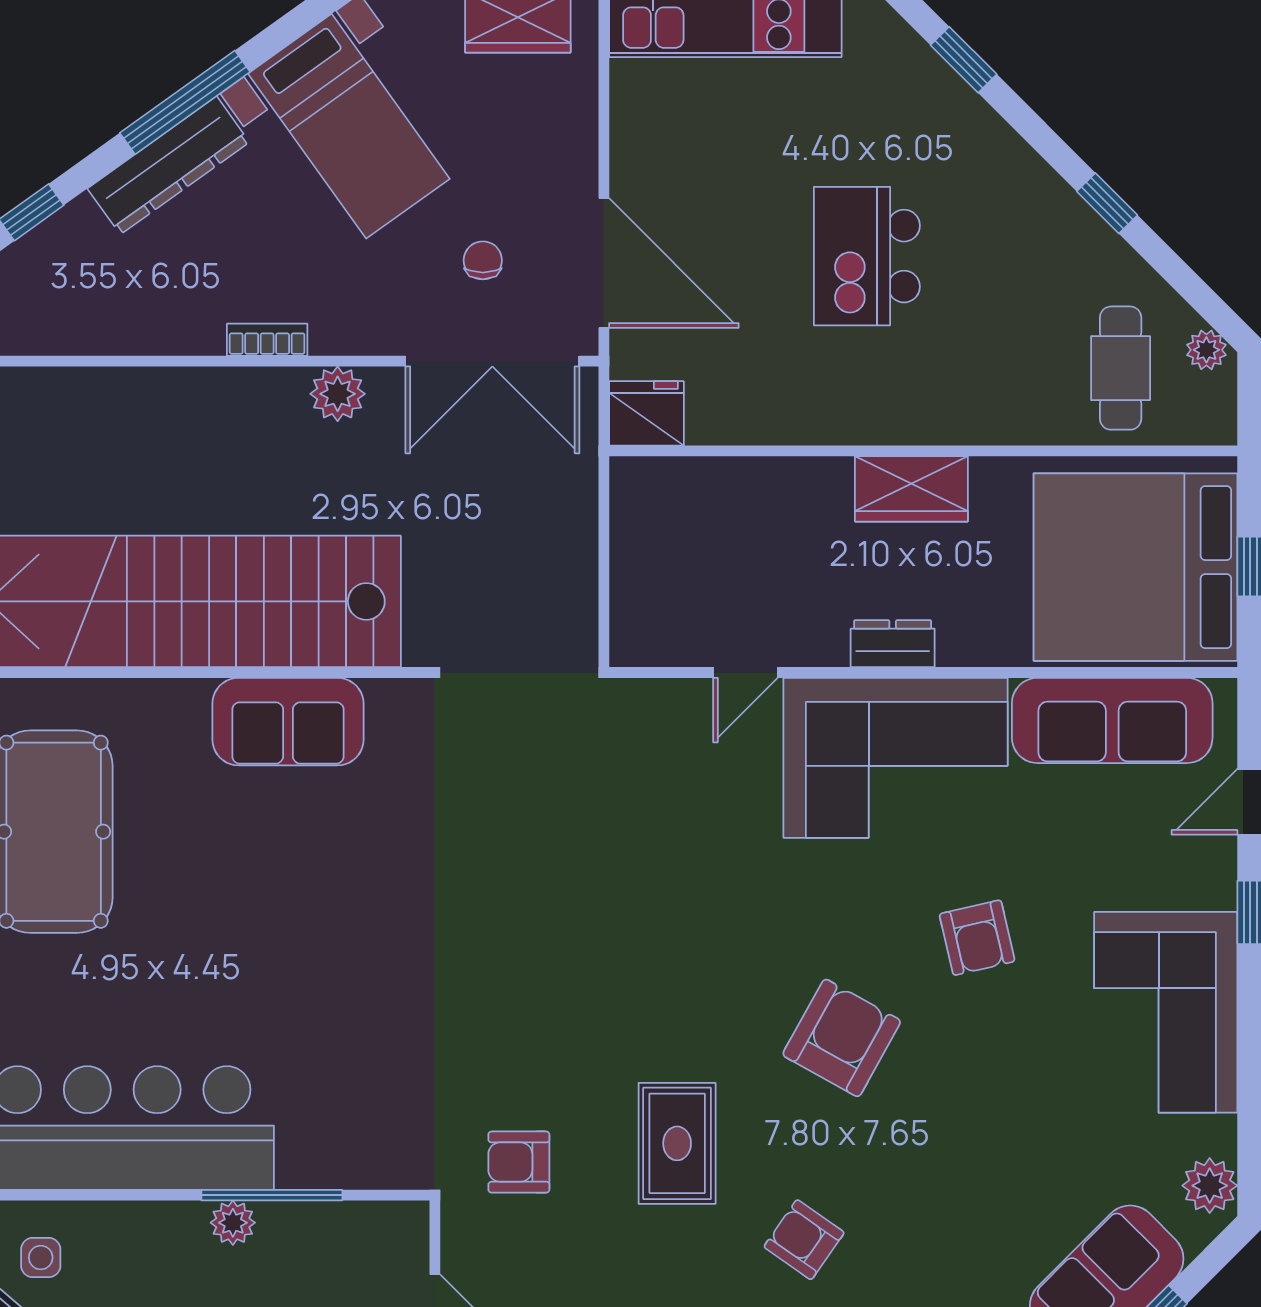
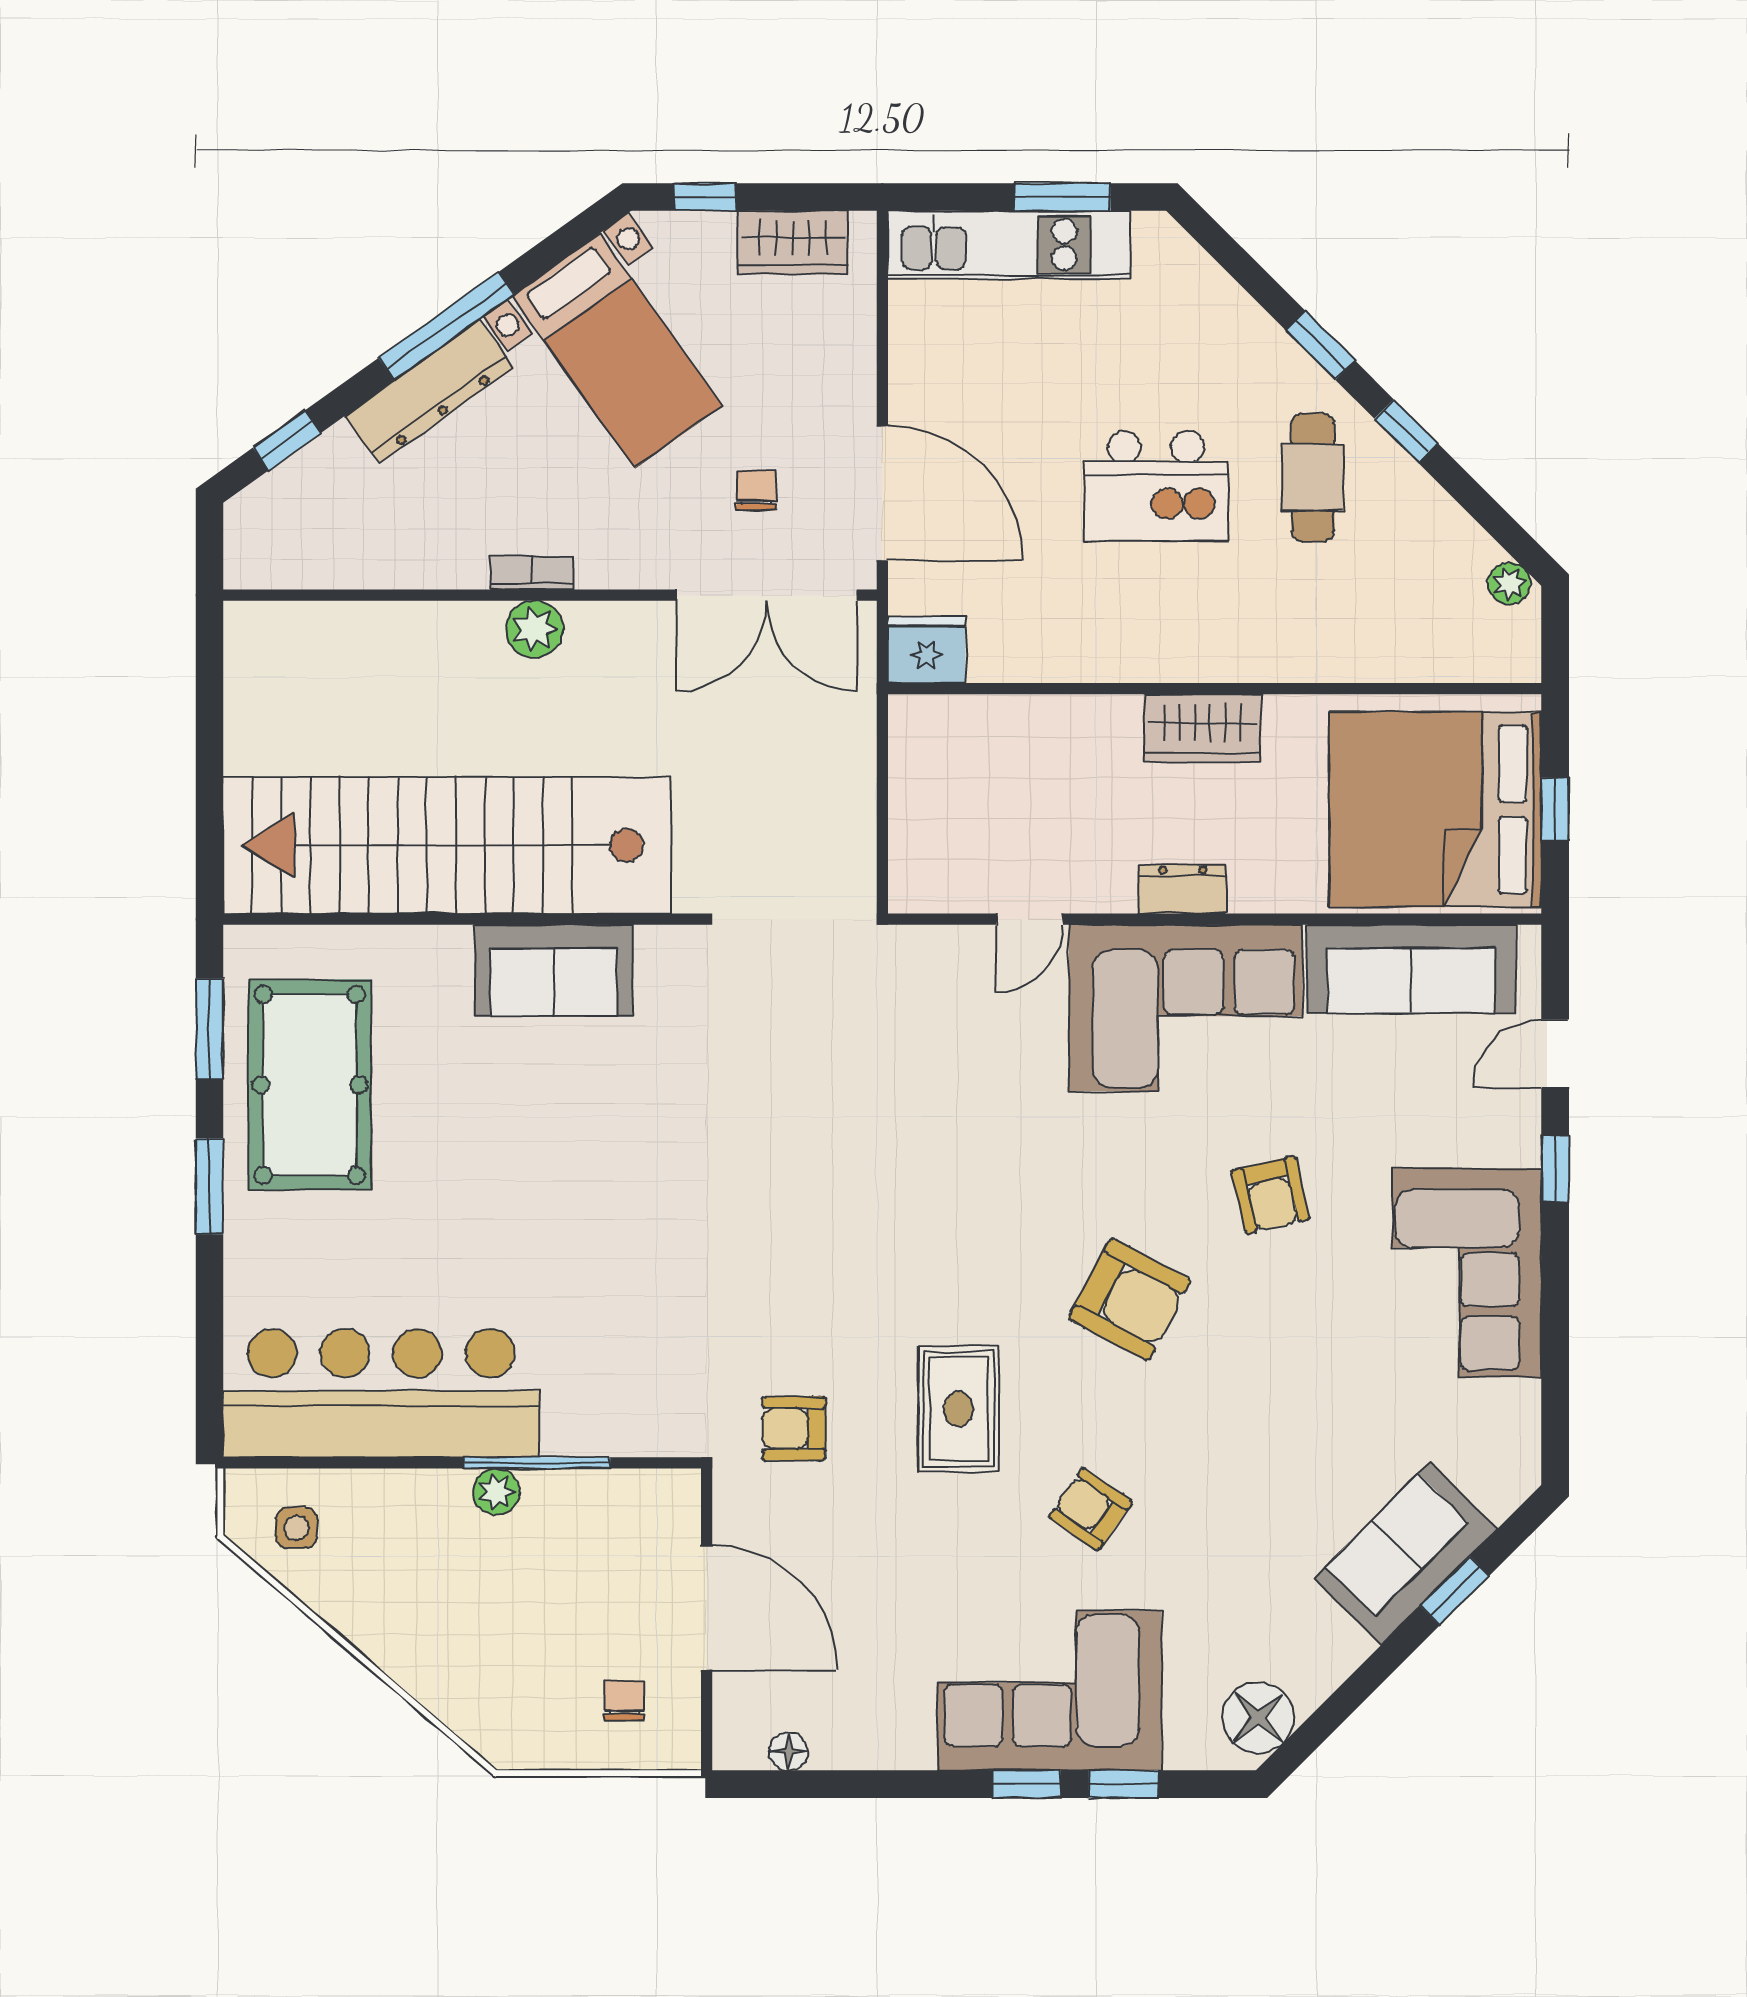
window: (964, 60) -> (1320, 345), moved
kitchen island: (867, 256) -> (1156, 486), turned -90
cafe table: (1121, 368) -> (1313, 477), moved
plant: (338, 394) -> (534, 629), moved
armchair: (842, 1038) -> (1130, 1299), turned 89
plant: (1210, 1186) -> (1513, 1453), removed

